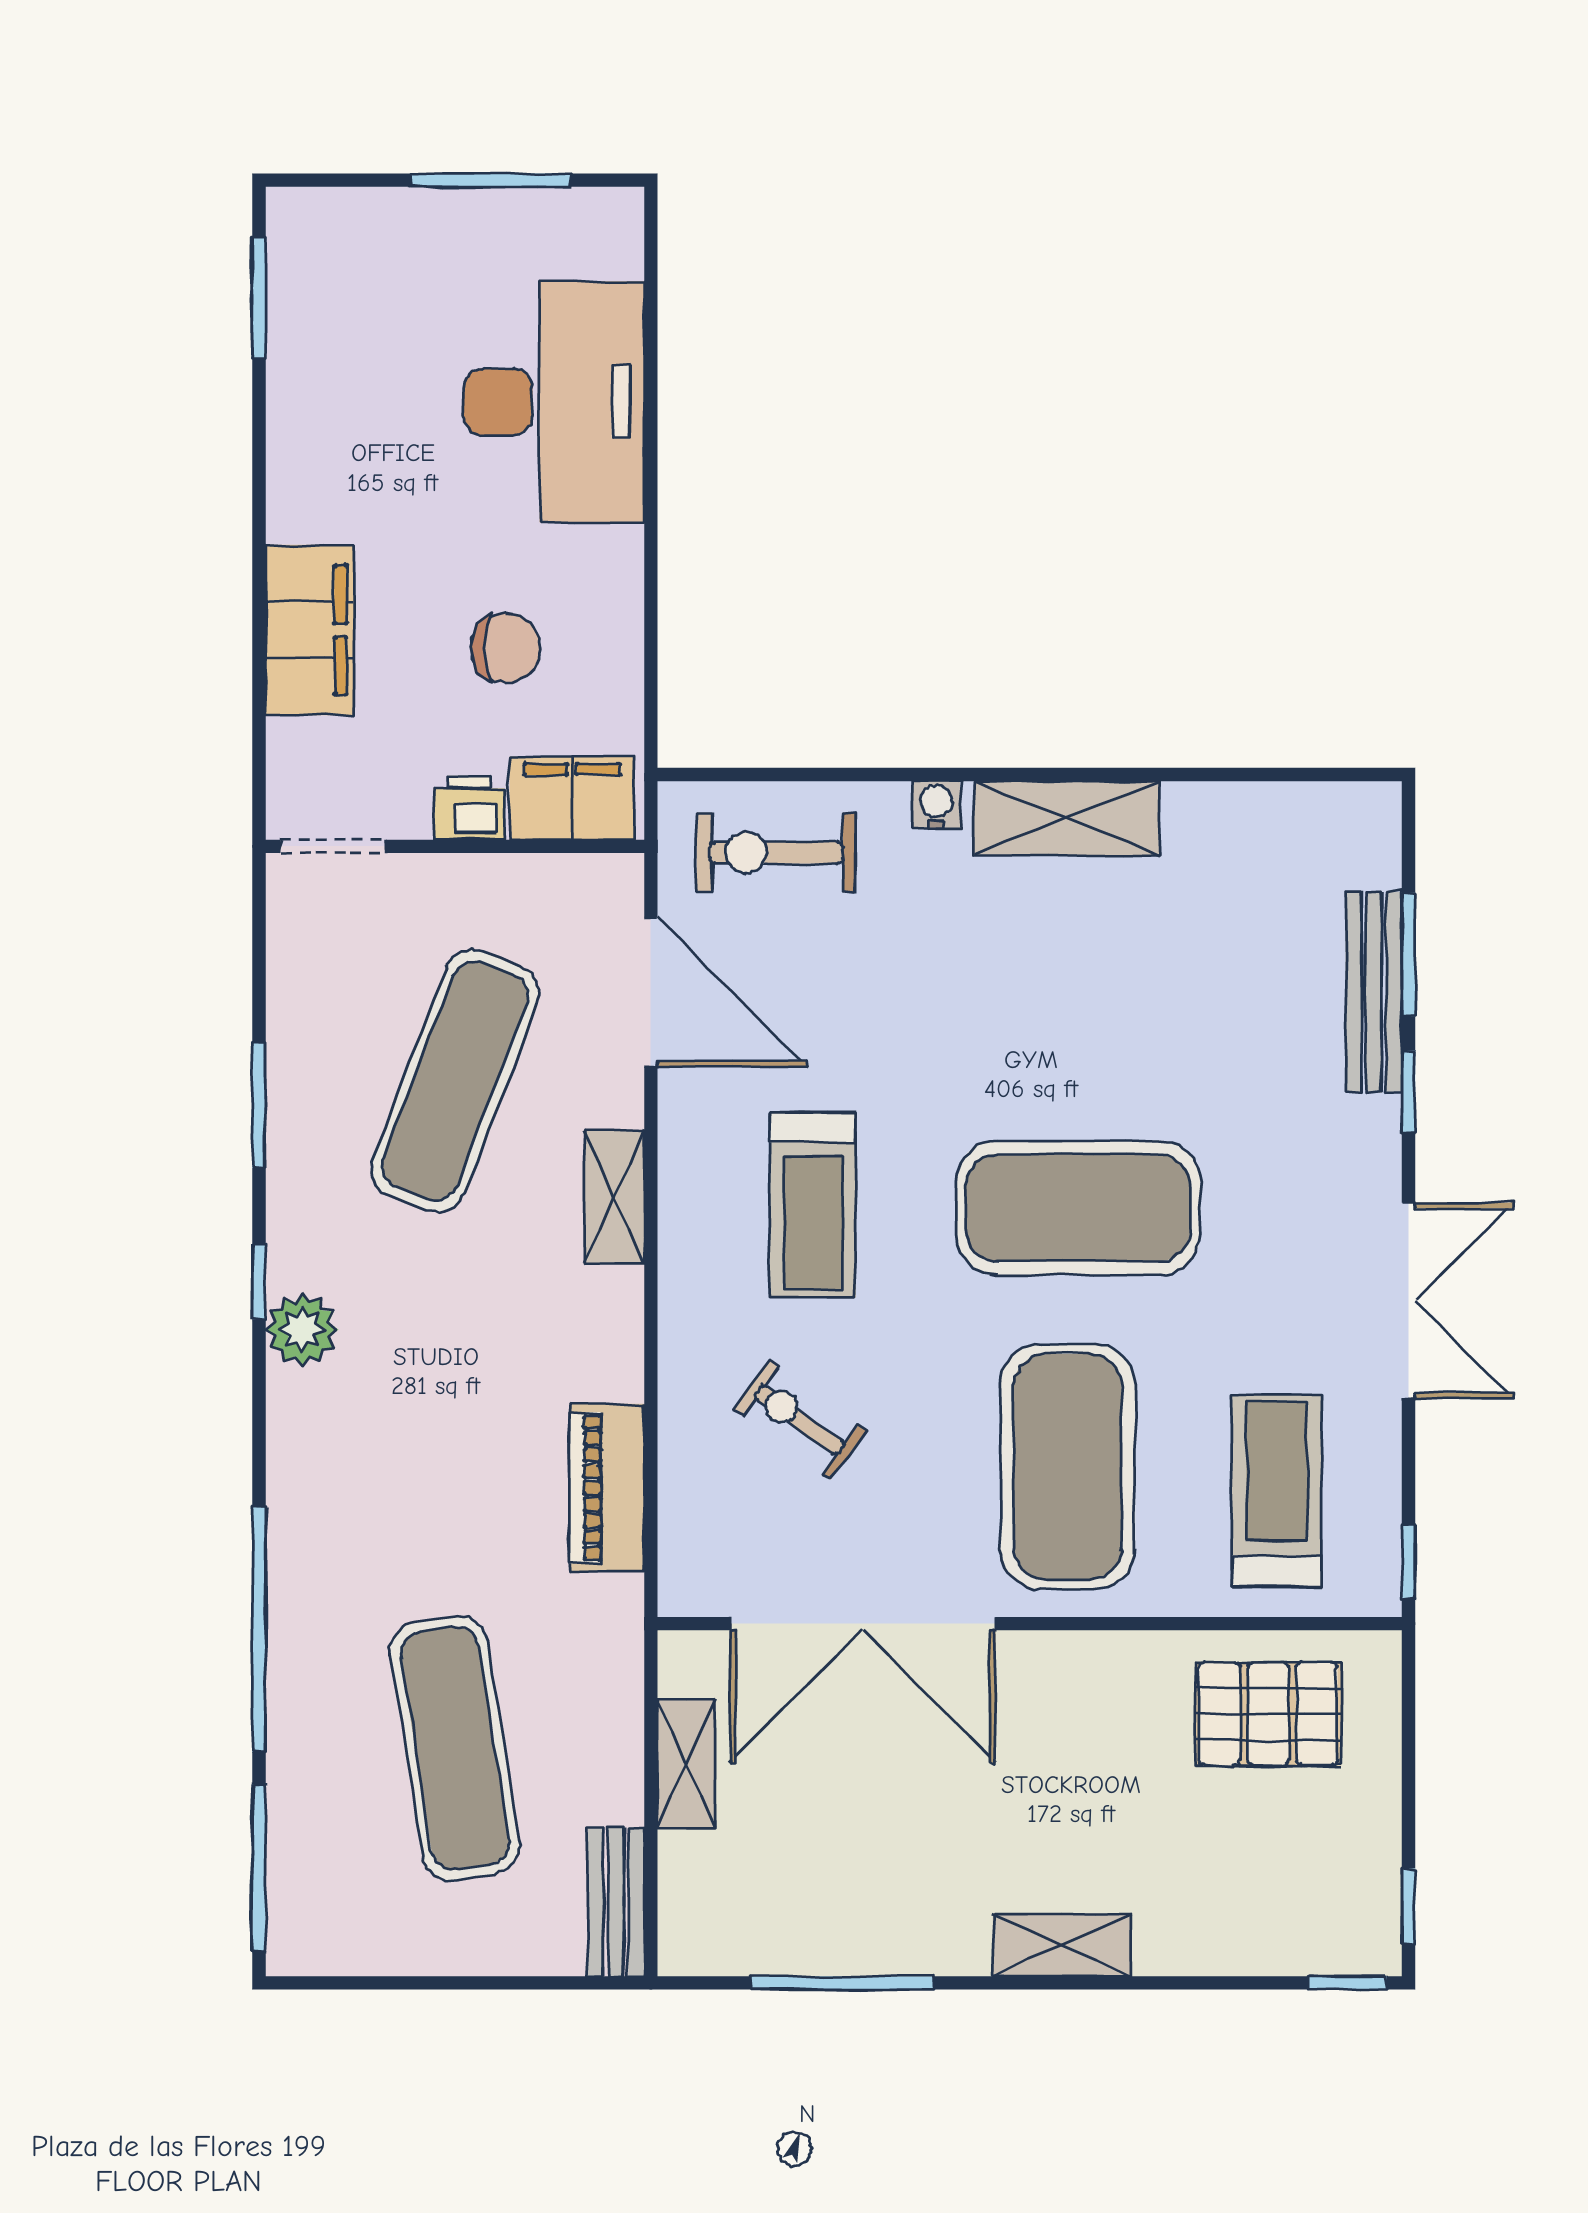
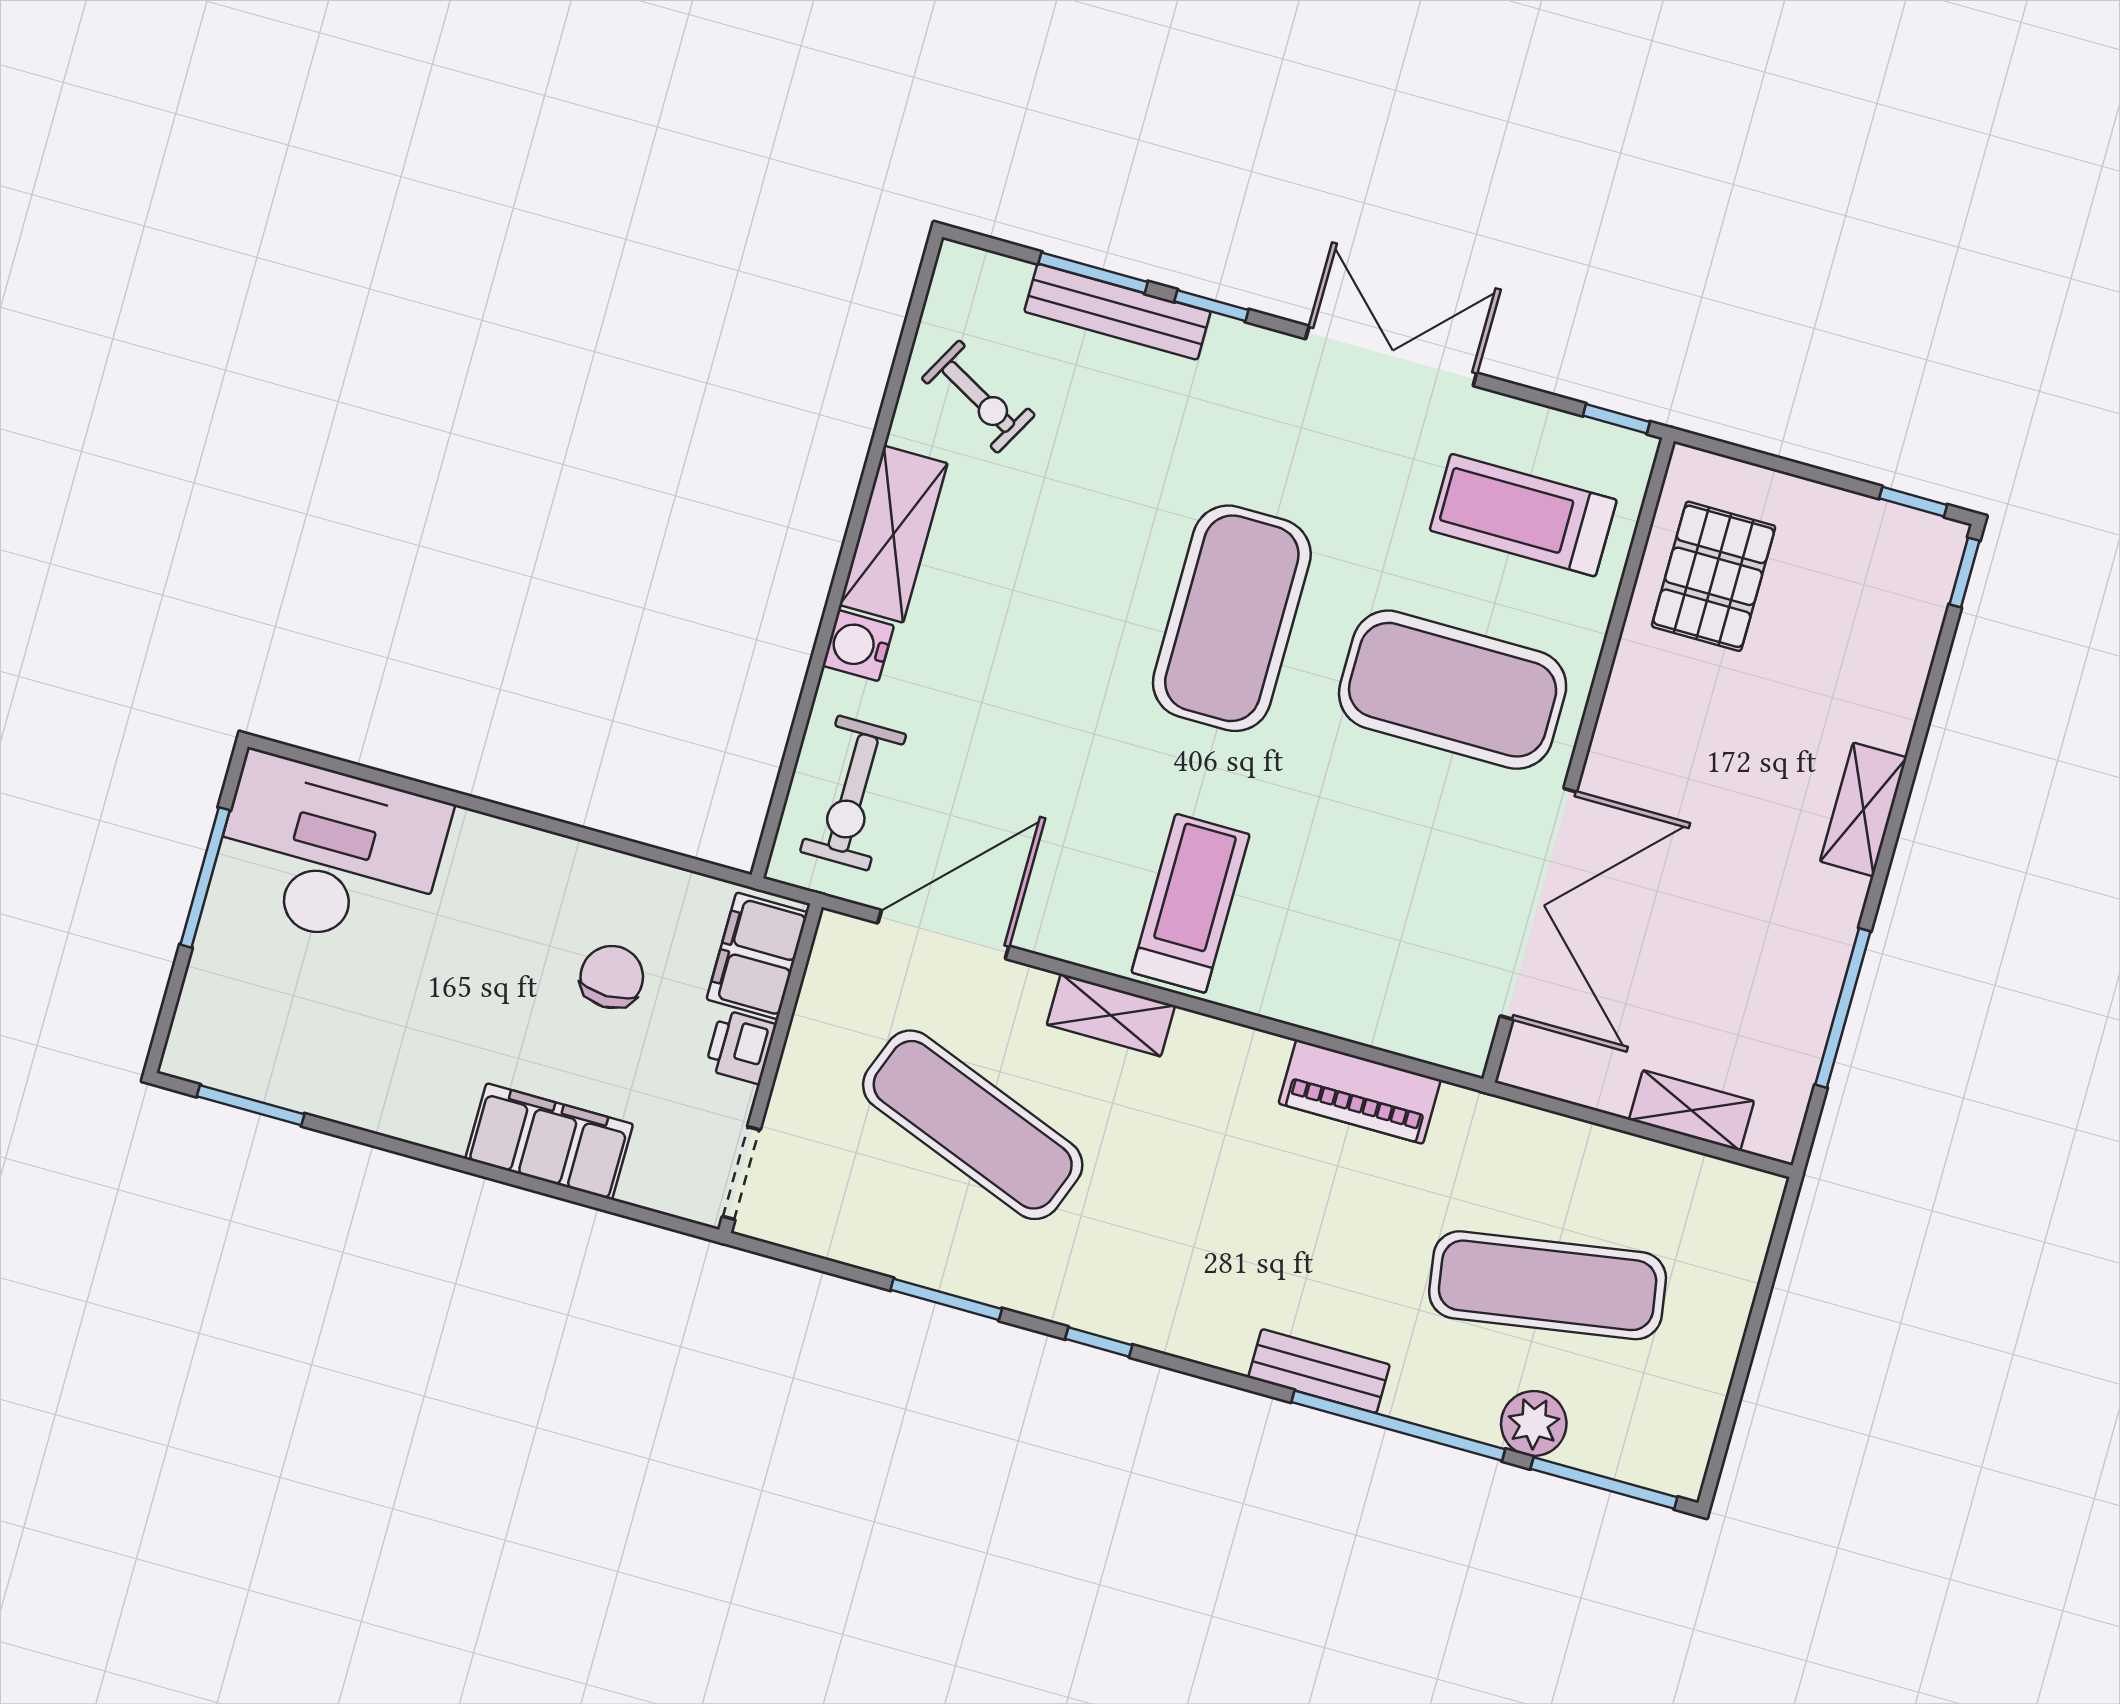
desk: (554, 402) -> (330, 853), moved
water cooler: (936, 805) -> (858, 646), width x1.38, depth x1.38
treadmill: (813, 1205) -> (1191, 903), moved, turned -90
plant: (302, 1330) -> (1534, 1424), moved
exercise bike: (800, 1420) -> (978, 397), moved, turned -97
shelving: (686, 1764) -> (1692, 1110), moved
bench: (616, 1902) -> (1319, 1371), moved

